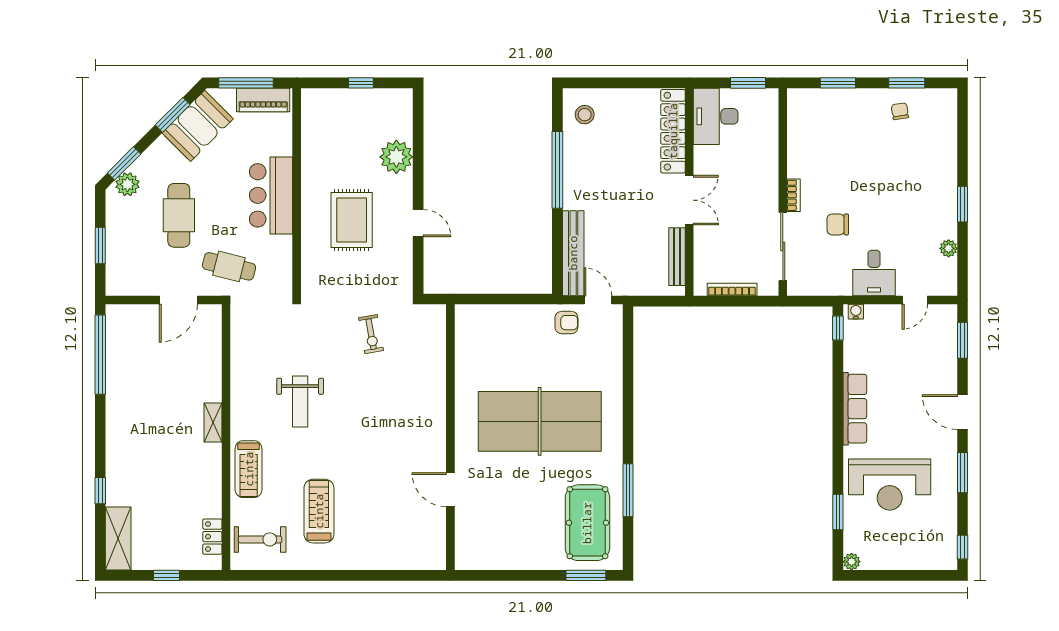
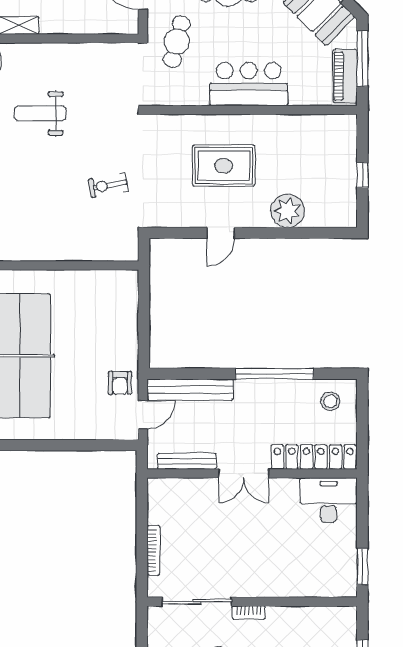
desk: (716, 116) -> (329, 500), moved
locker: (673, 131) -> (314, 457), moved
wall: (689, 192) -> (252, 474), moved
double door: (689, 200) -> (244, 474), moved
bench: (677, 257) -> (187, 461), moved

